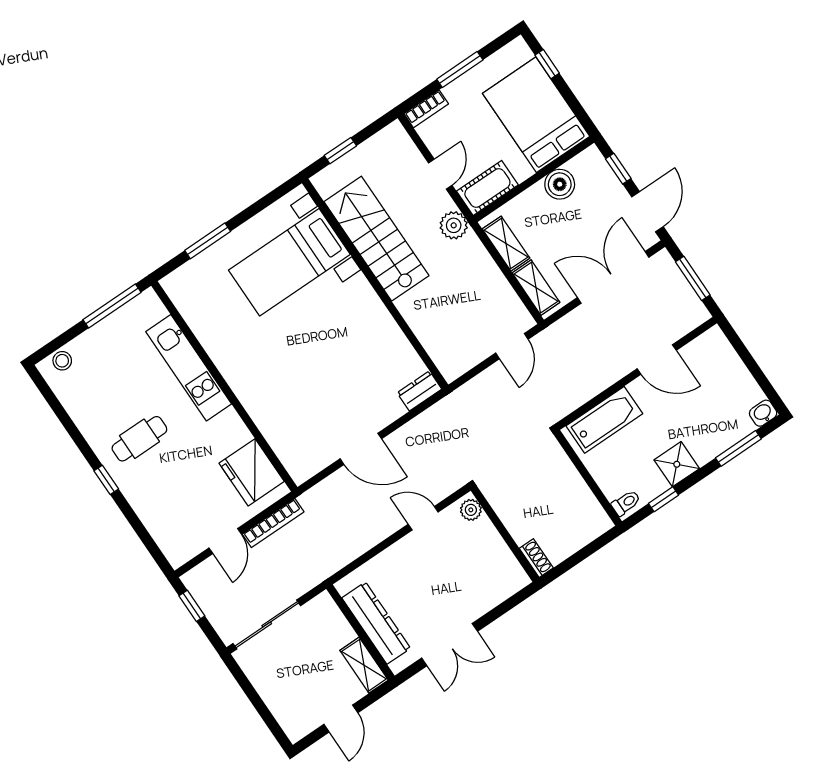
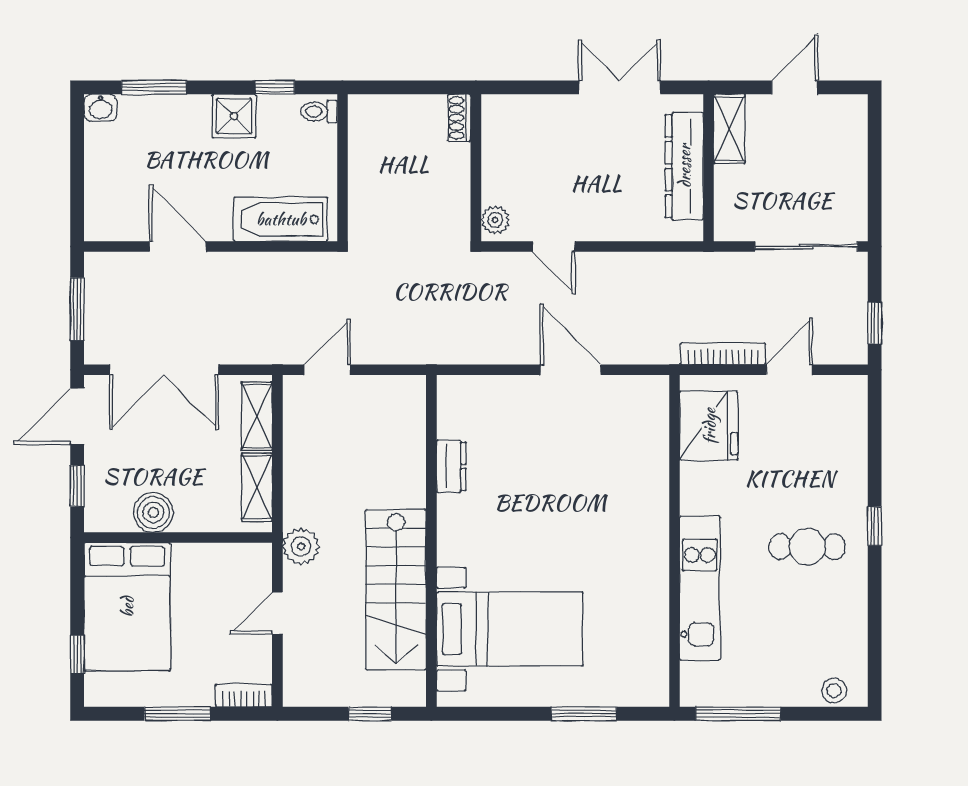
cot: (487, 188) -> (236, 562), removed
dresser: (419, 391) -> (451, 466), moved, turned -90

